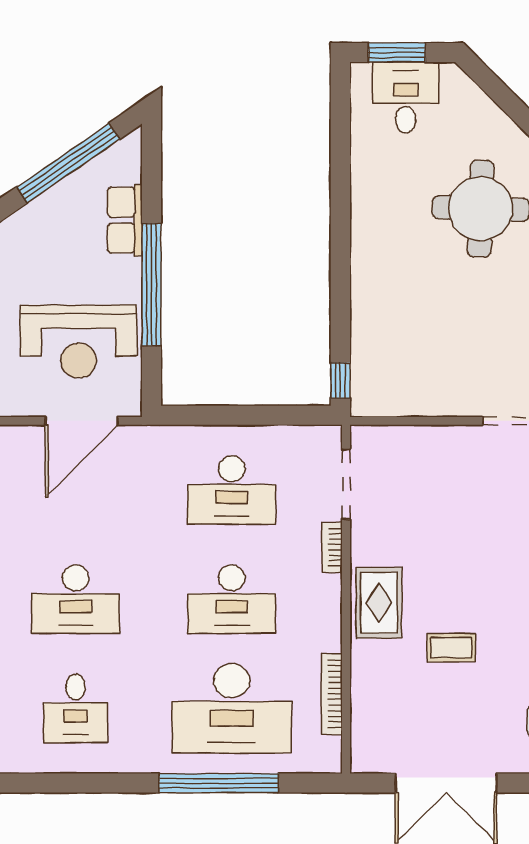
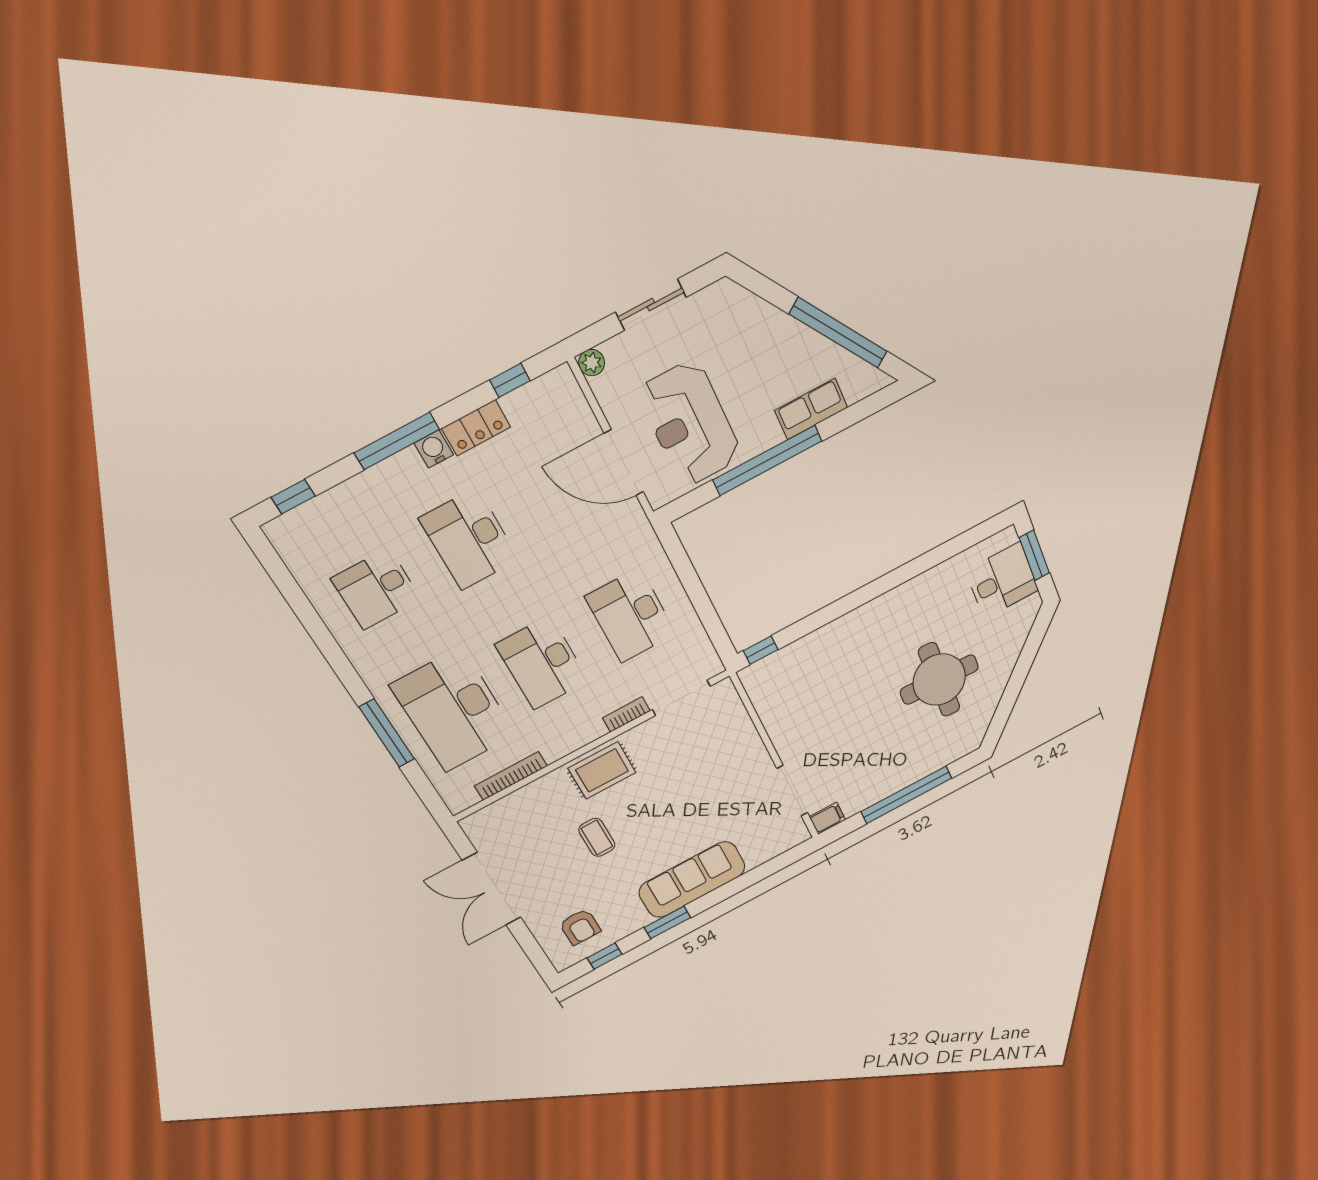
window: (219, 783) -> (387, 733), width x0.68

